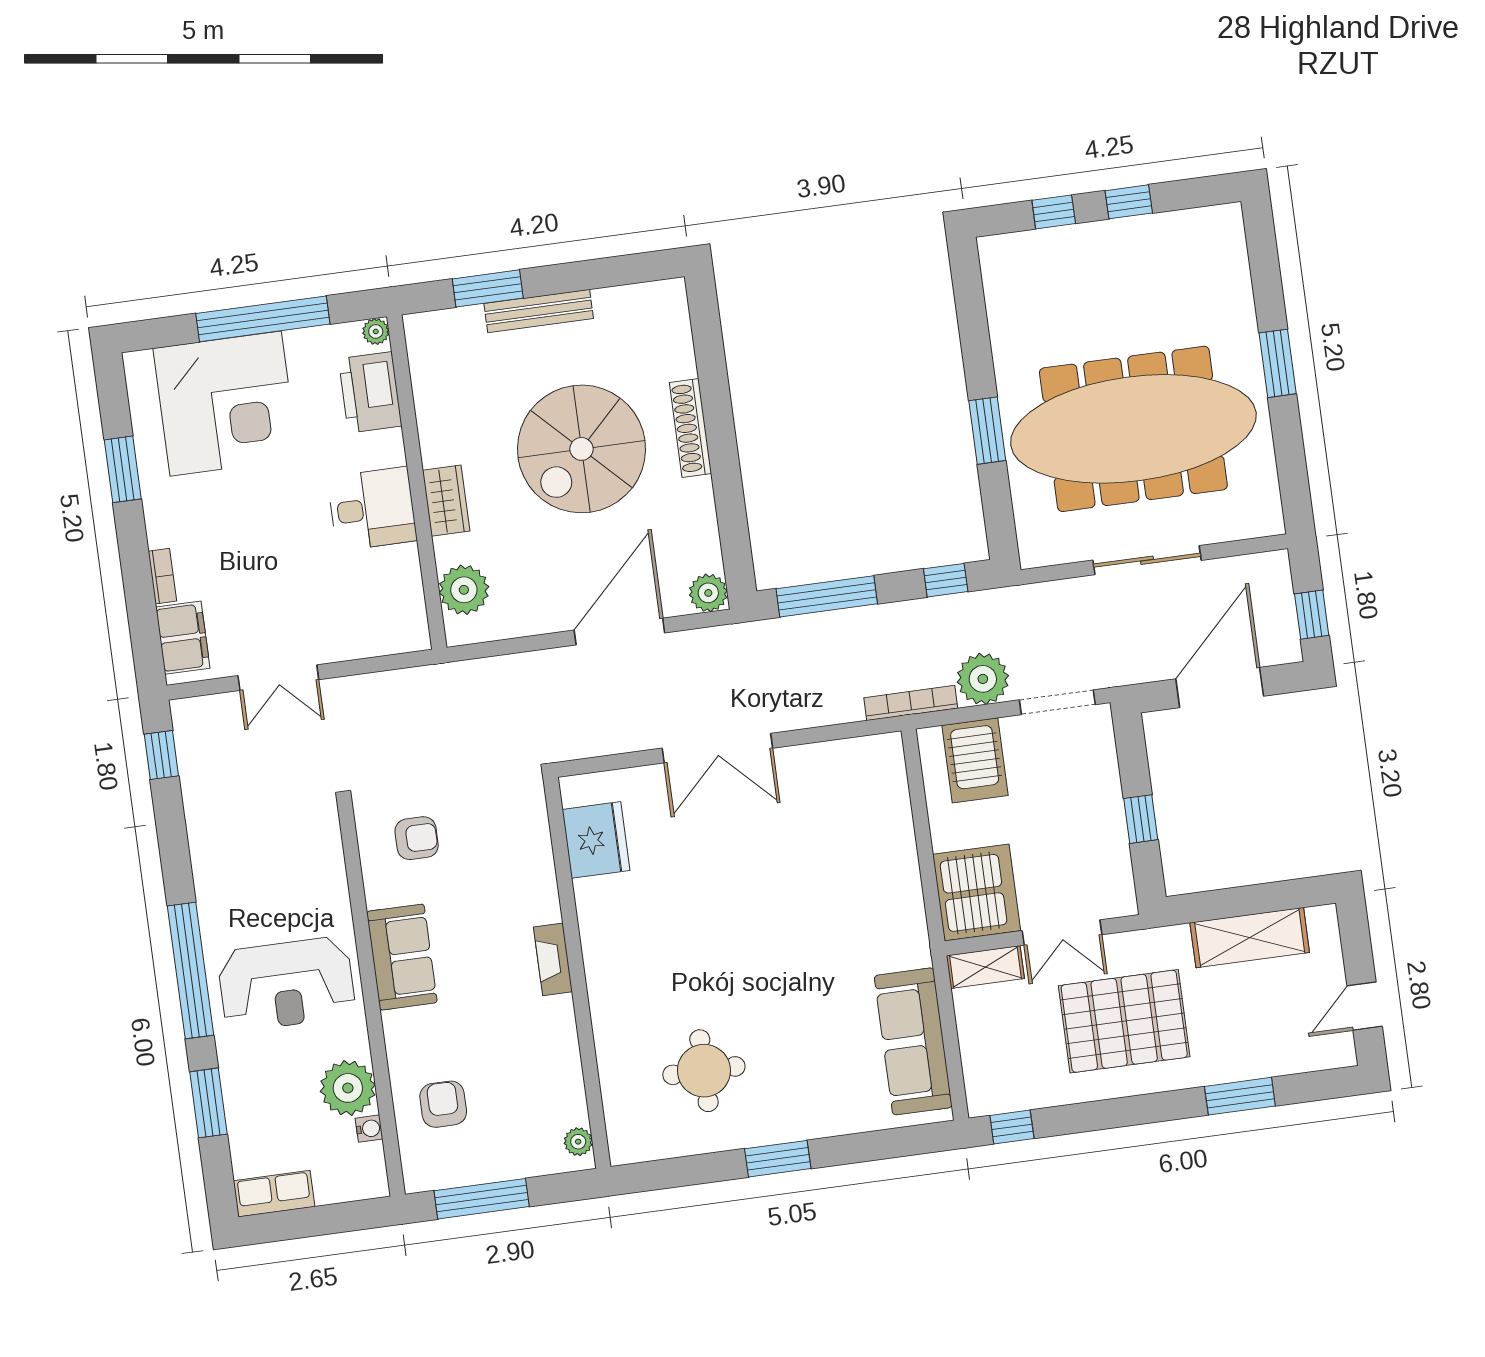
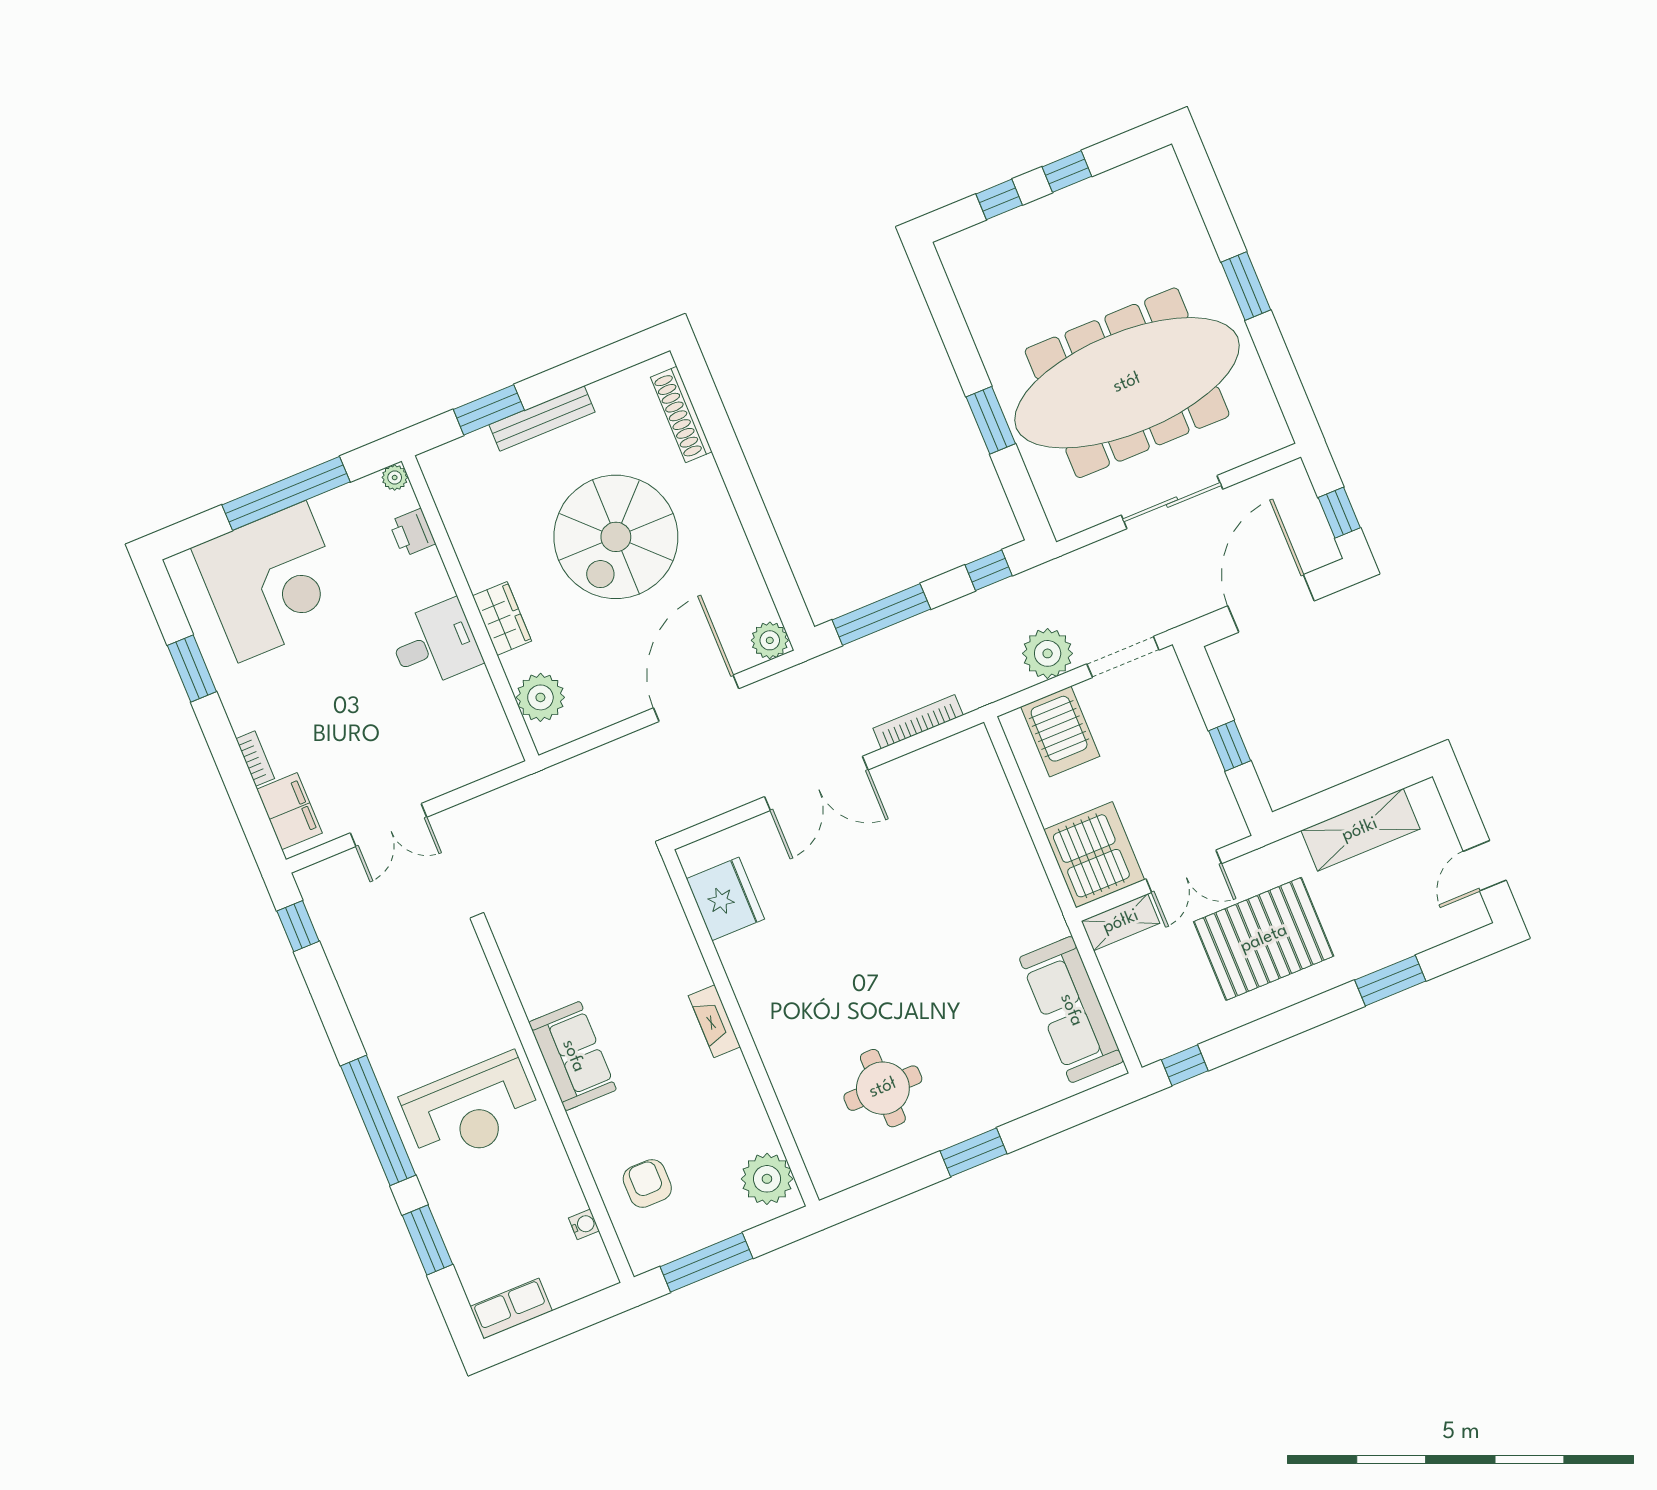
printer: (370, 392) -> (412, 533), width x0.53, depth x0.68
shoe rack: (690, 428) -> (681, 414), moved
bookcase: (911, 703) -> (918, 722), moved
armchair: (417, 838) -> (557, 941), removed
plant: (348, 1088) -> (554, 1192), removed
plant: (578, 1142) -> (767, 1179), width x1.88, depth x1.88

